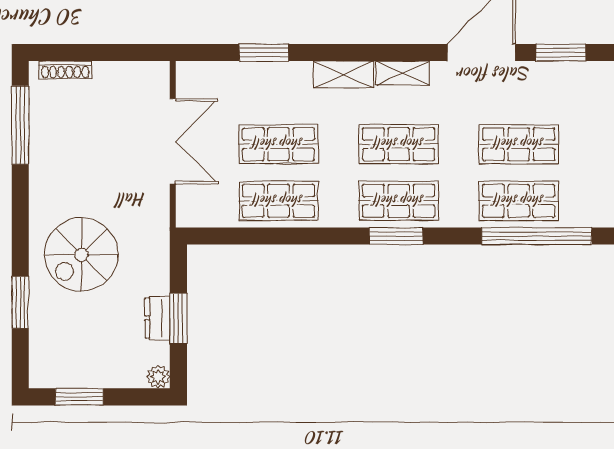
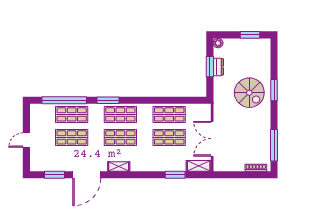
shelving: (343, 75) -> (199, 166), moved
window: (396, 236) -> (108, 100), moved
spiral stairs: (81, 255) -> (249, 93), turned 90
window: (20, 302) -> (274, 90), moved

